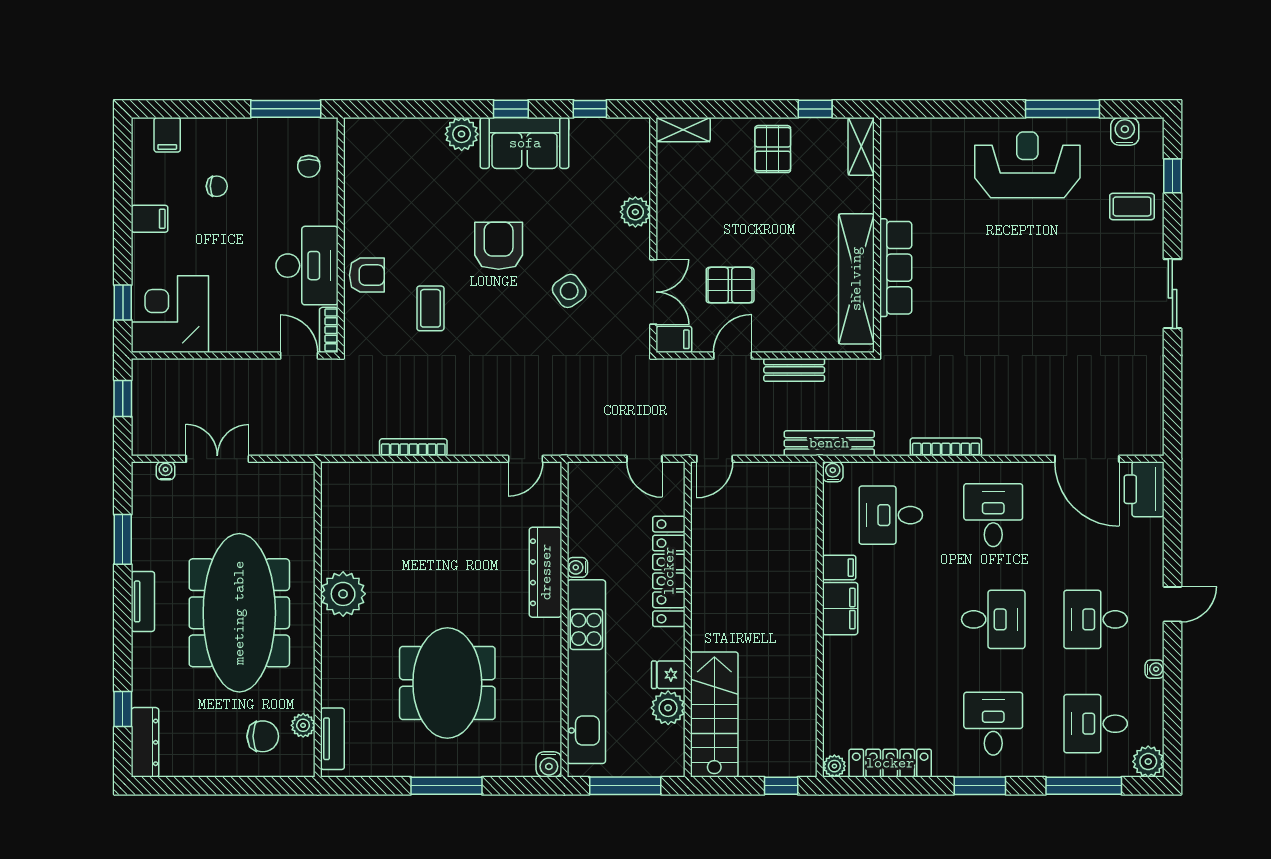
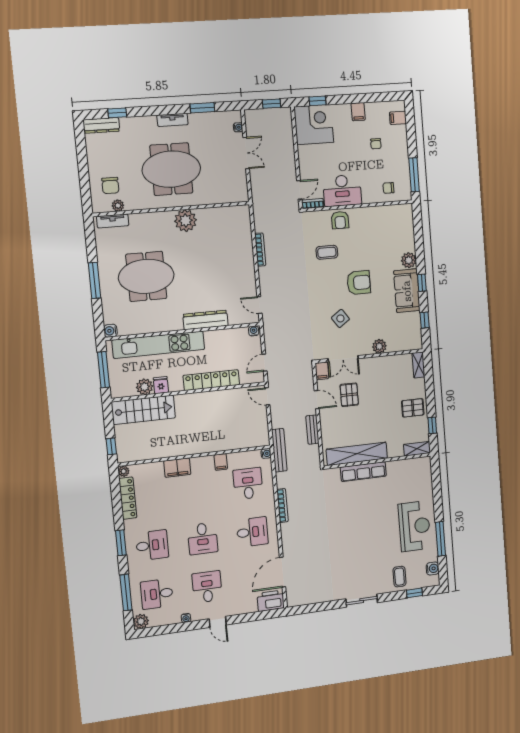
water cooler: (577, 567) -> (254, 331), moved
filing cabinet: (840, 609) -> (177, 468), moved
meeting table: (239, 613) -> (171, 169), width x0.73
desk: (1096, 724) -> (157, 594), turned -90

